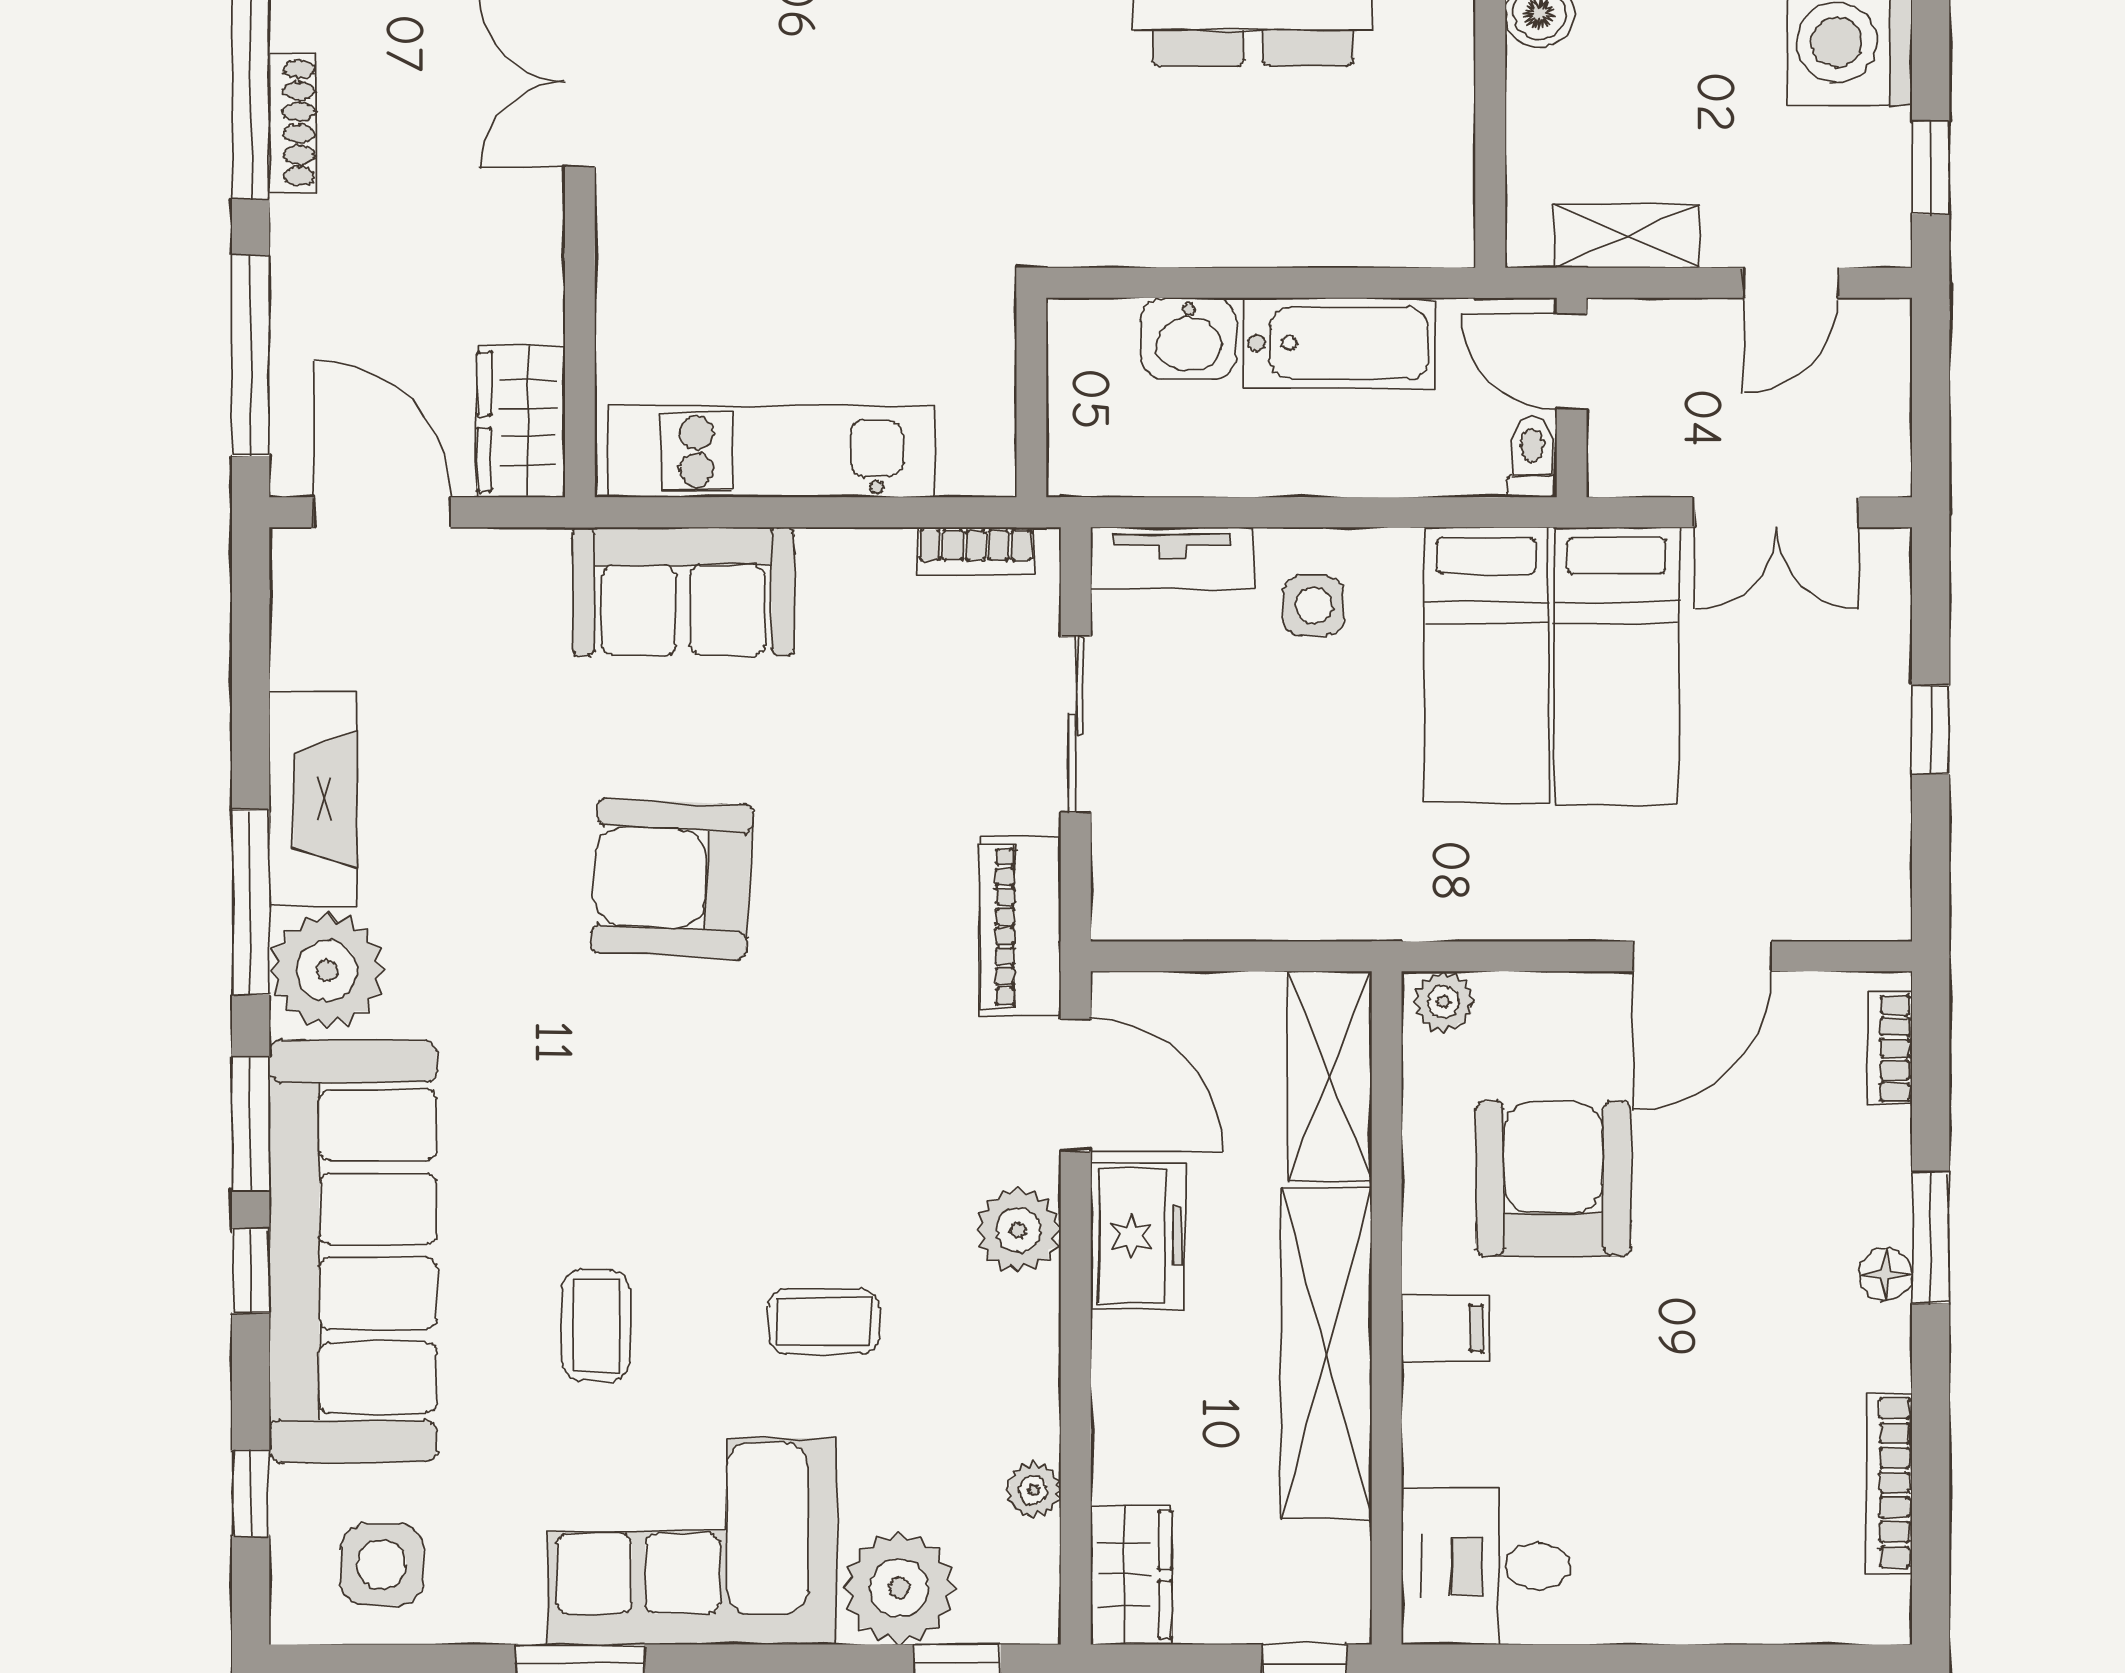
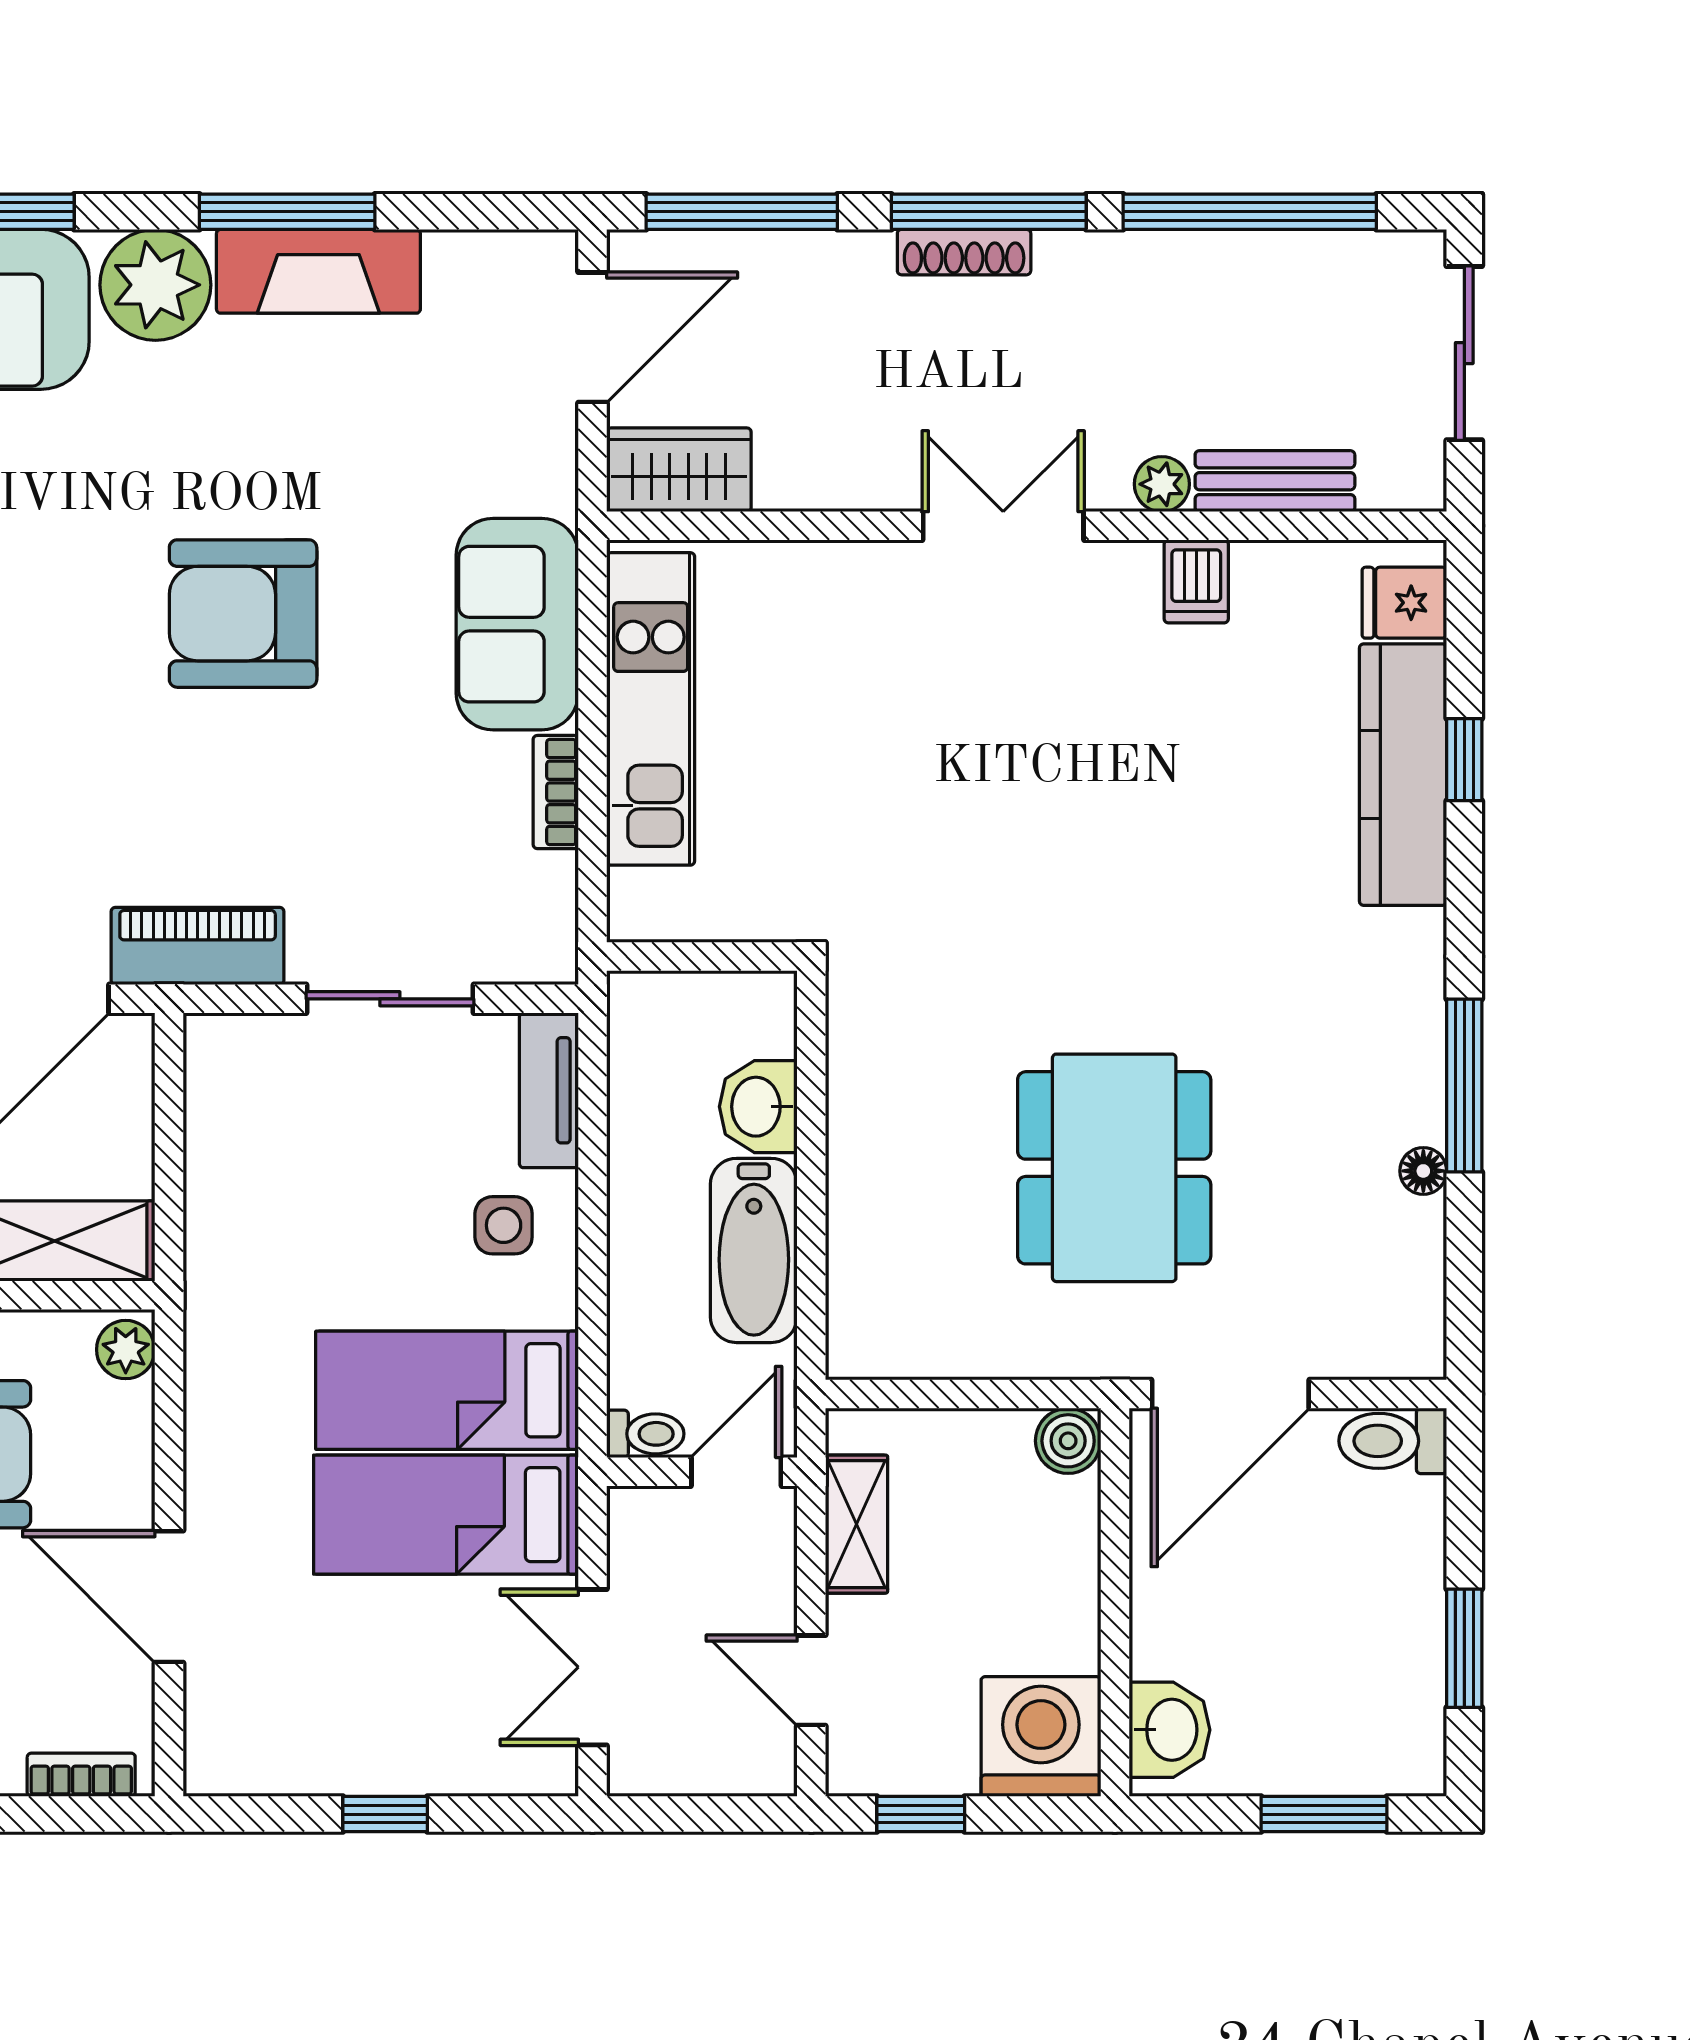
bookcase: (976, 551) -> (556, 792), moved
armchair: (672, 879) -> (243, 614), turned -93
window: (251, 903) -> (287, 212), moved

